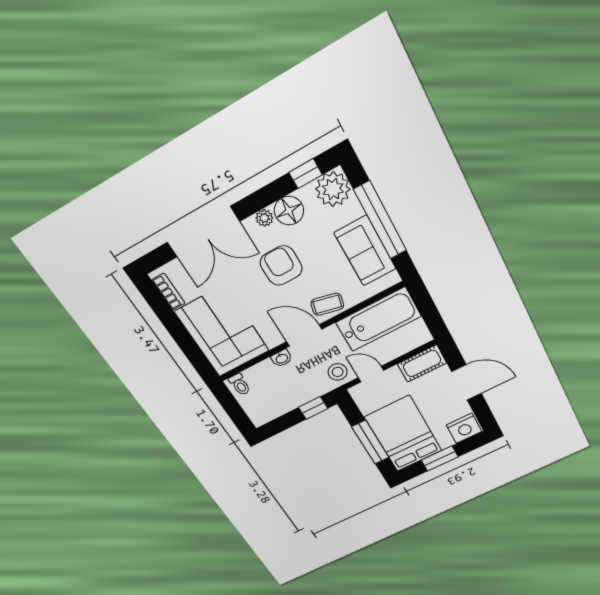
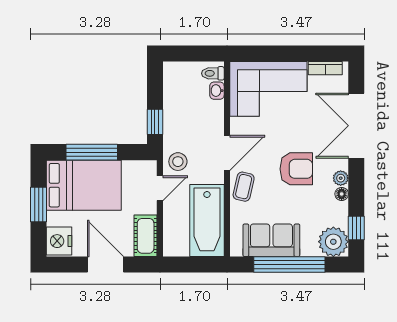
floor lamp: (289, 211) -> (342, 194), width x0.53, depth x0.53
washbasin: (282, 358) -> (217, 91), moved
door: (467, 382) -> (105, 265), swing flipped

